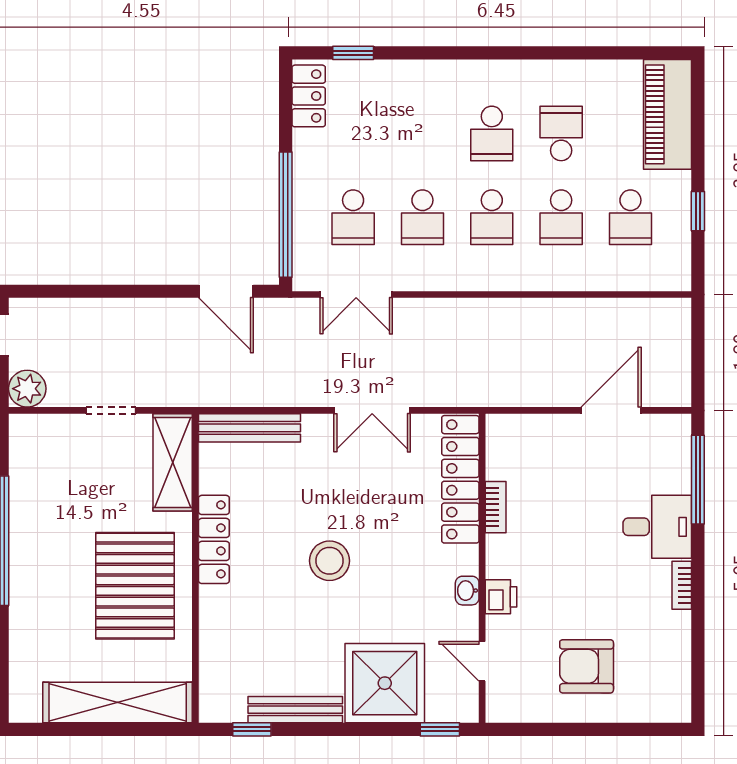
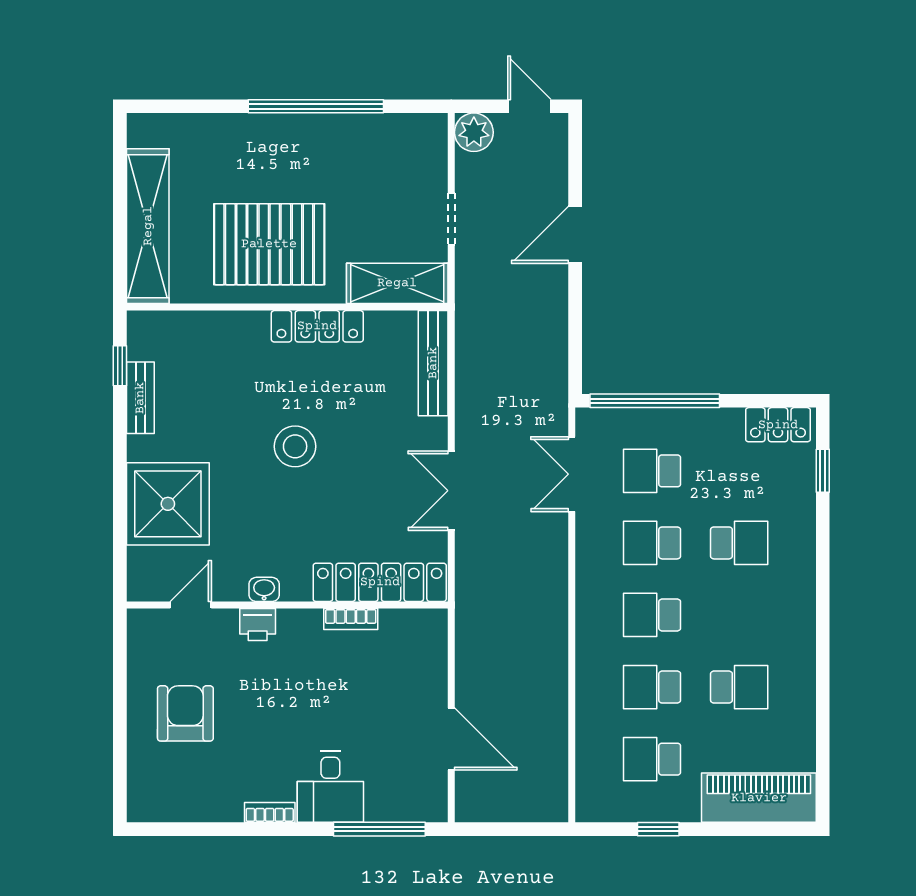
school desk: (492, 133) -> (739, 543), moved, turned 180
door: (226, 291) -> (575, 235), moved
bench: (295, 710) -> (140, 398), width x0.73
window: (440, 729) -> (120, 561), removed

